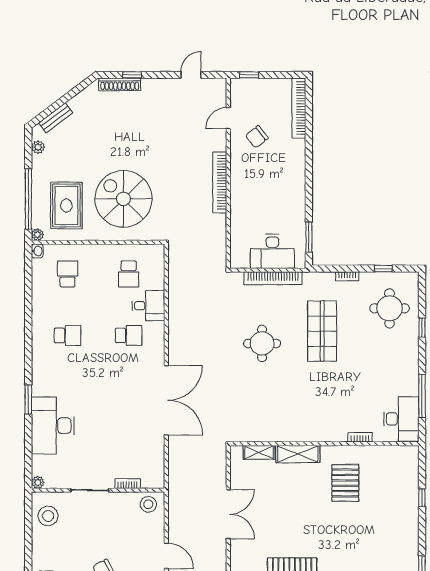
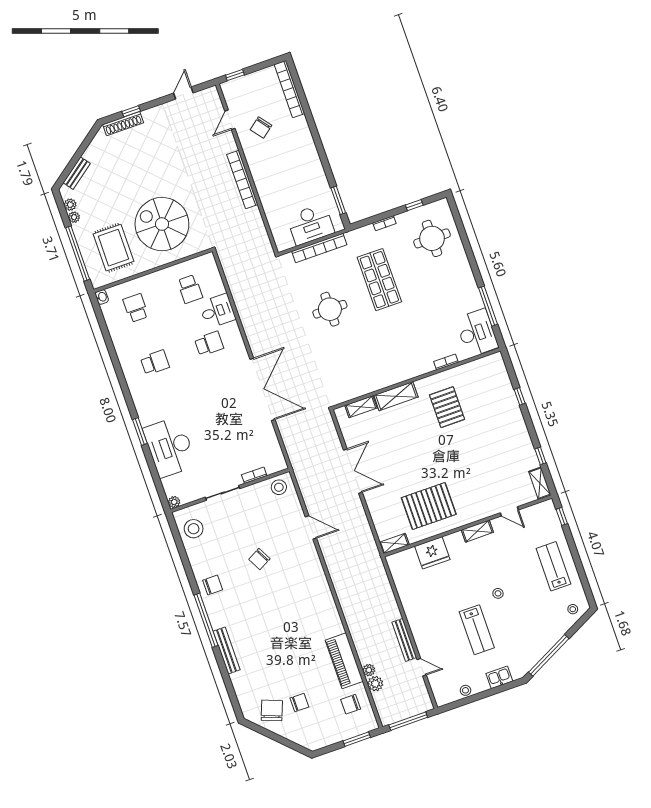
plant: (37, 235) -> (74, 217), moved
window: (422, 328) -> (467, 245), removed

